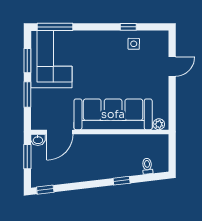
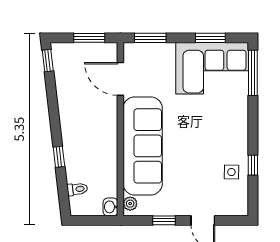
window: (27, 95) -> (150, 38), moved
window: (172, 97) -> (164, 220), added
washbasin: (38, 140) -> (110, 207), moved

